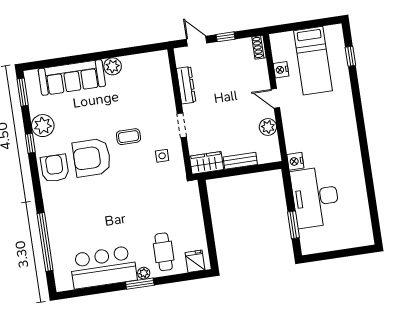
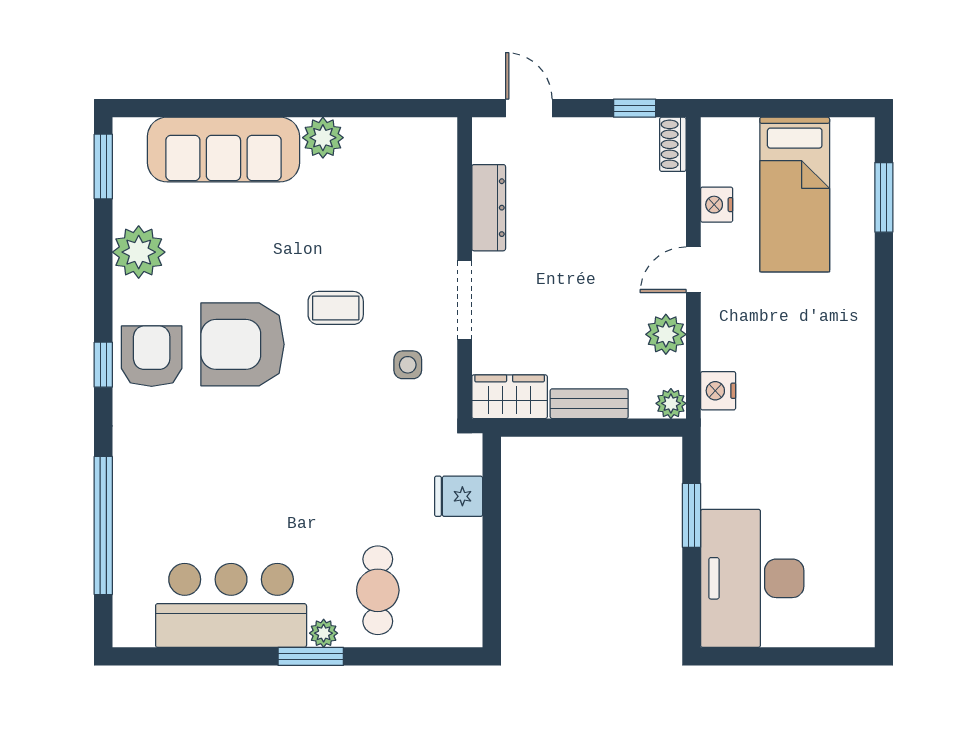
window: (226, 37) -> (635, 108), moved
window: (350, 56) -> (884, 197), width x1.50
door: (275, 98) -> (693, 270), hinge flipped
doorway: (182, 125) -> (465, 300), width x1.38
window: (30, 143) -> (103, 365), moved
plant: (274, 156) -> (671, 403), added
nightstand: (295, 161) -> (718, 391), moved
desk: (315, 197) -> (752, 578), moved
window: (293, 225) -> (691, 515), moved
fridge: (195, 261) -> (459, 496), moved, turned -90

